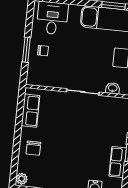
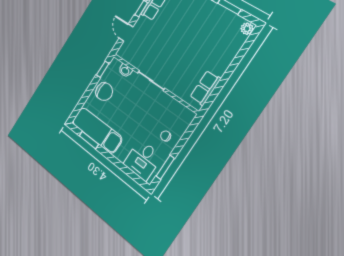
window: (26, 50) -> (165, 167), moved
chair: (33, 148) -> (221, 52), removed

